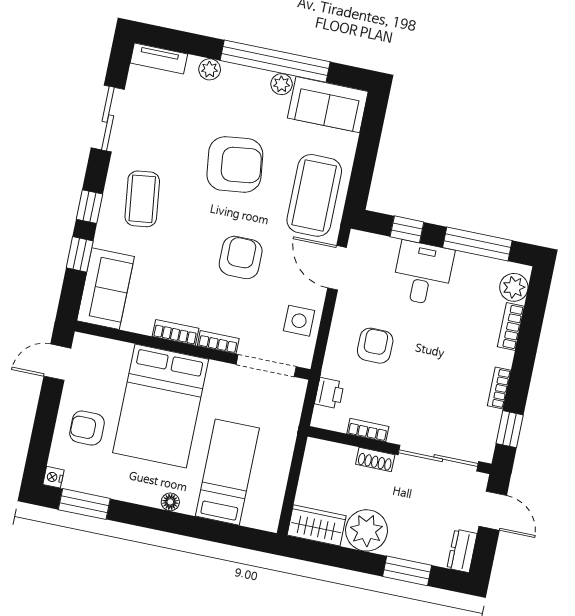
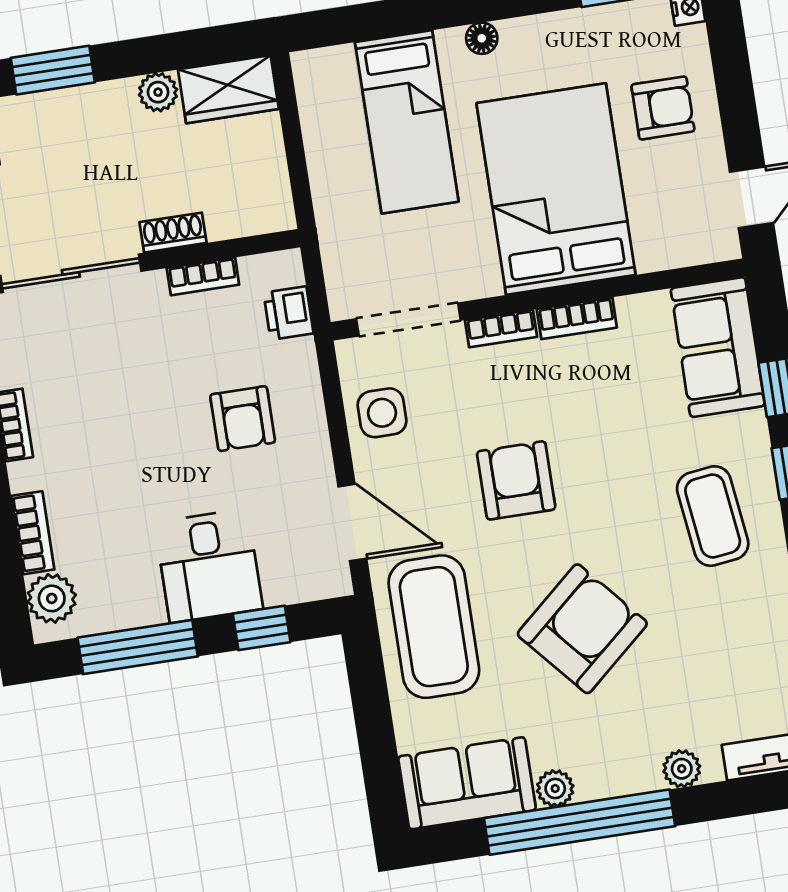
armchair: (235, 164) -> (582, 629), turned 146
armchair: (241, 257) -> (516, 480), turned 180
plant: (367, 530) -> (158, 92), width x0.53, depth x0.53

